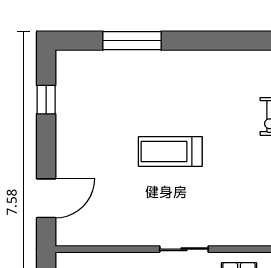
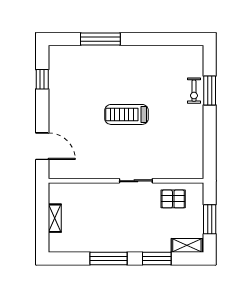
door: (46, 198) -> (42, 146), hinge flipped

